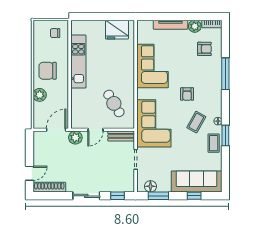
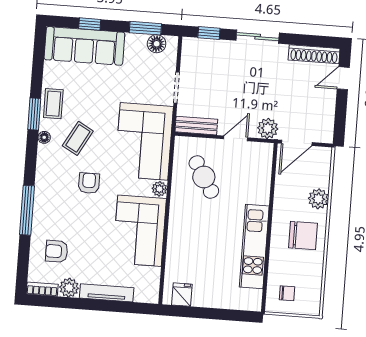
fridge: (117, 30) -> (182, 295), width x0.53, depth x0.75
plant: (142, 94) -> (159, 189), added

